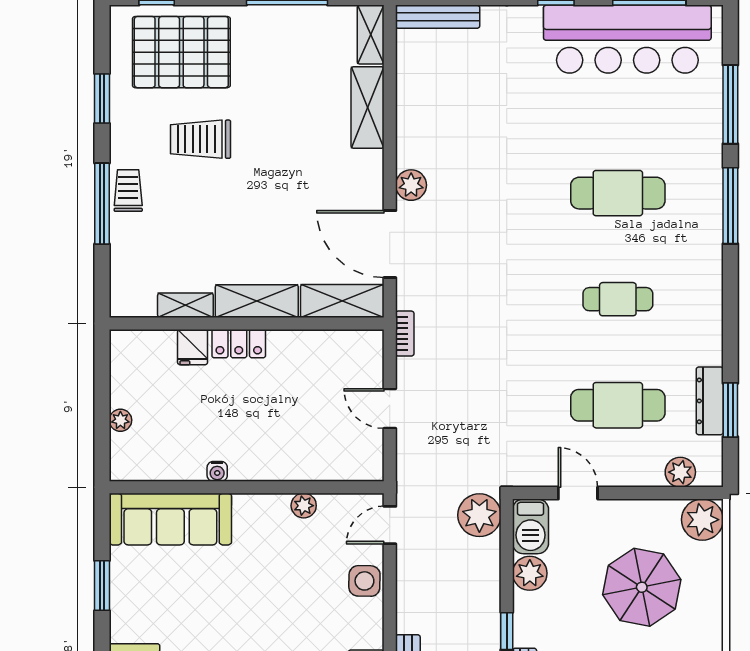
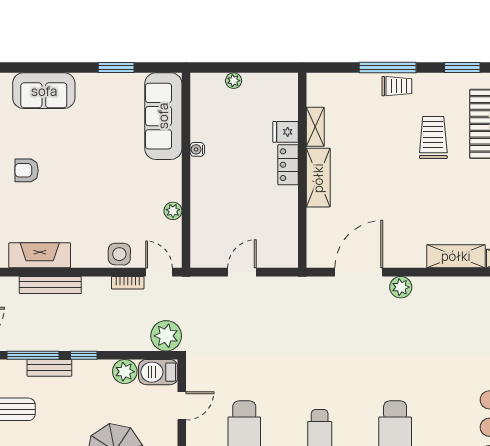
shelving: (342, 301) -> (318, 238), removed
bookcase: (405, 334) -> (128, 283), moved

